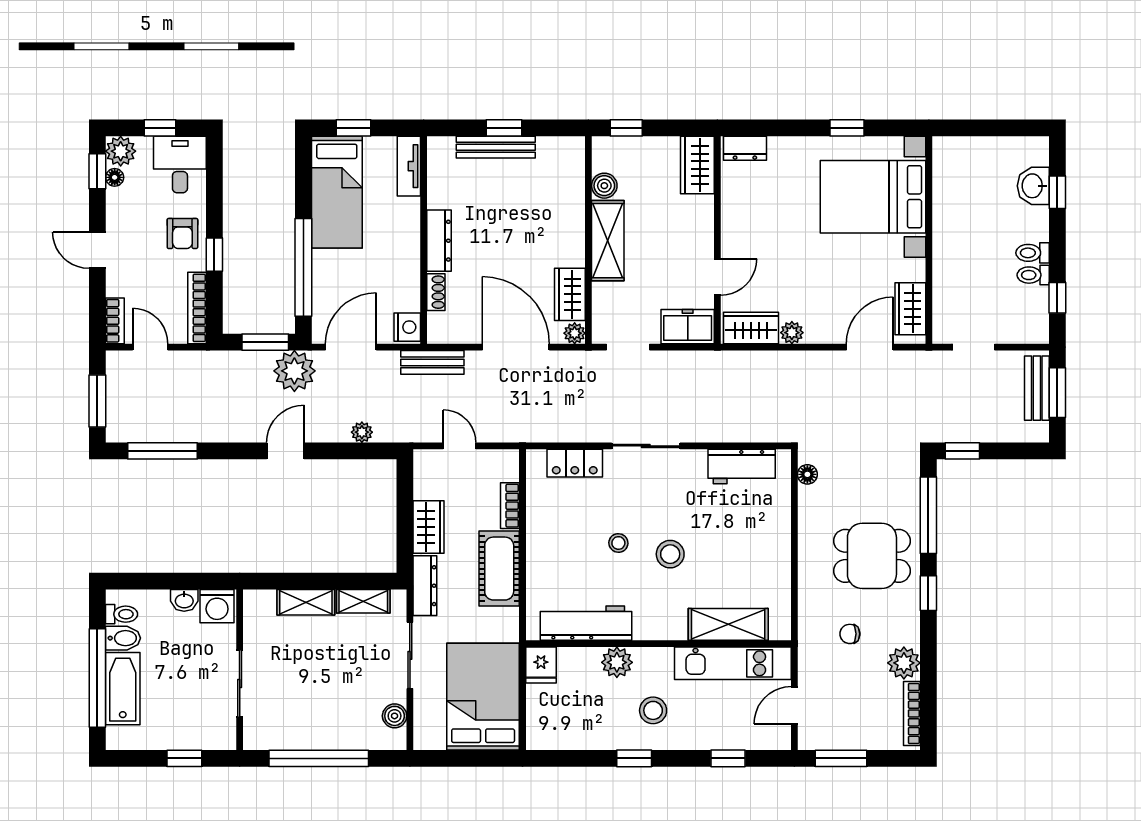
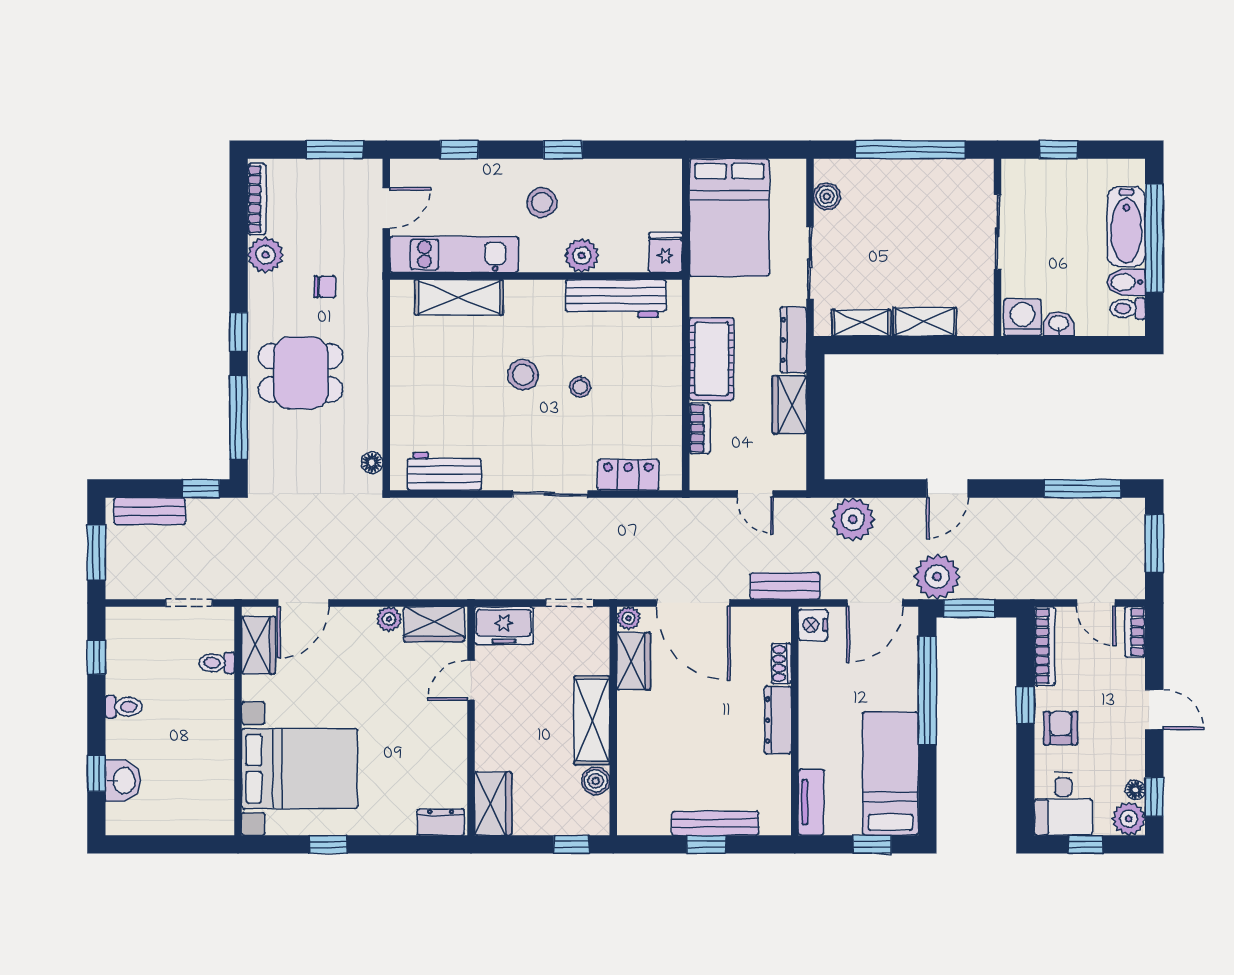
toilet: (1033, 275) -> (217, 663), moved, turned 180
bench: (1037, 388) -> (150, 511), moved, turned 90
plant: (362, 432) -> (853, 519), width x1.88, depth x1.88

